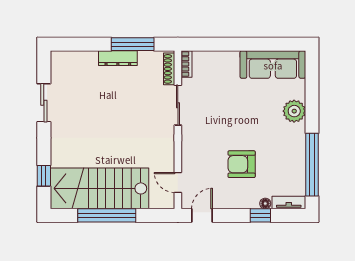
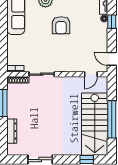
dresser: (118, 58) -> (12, 131), moved
armchair: (242, 164) -> (61, 25), moved

